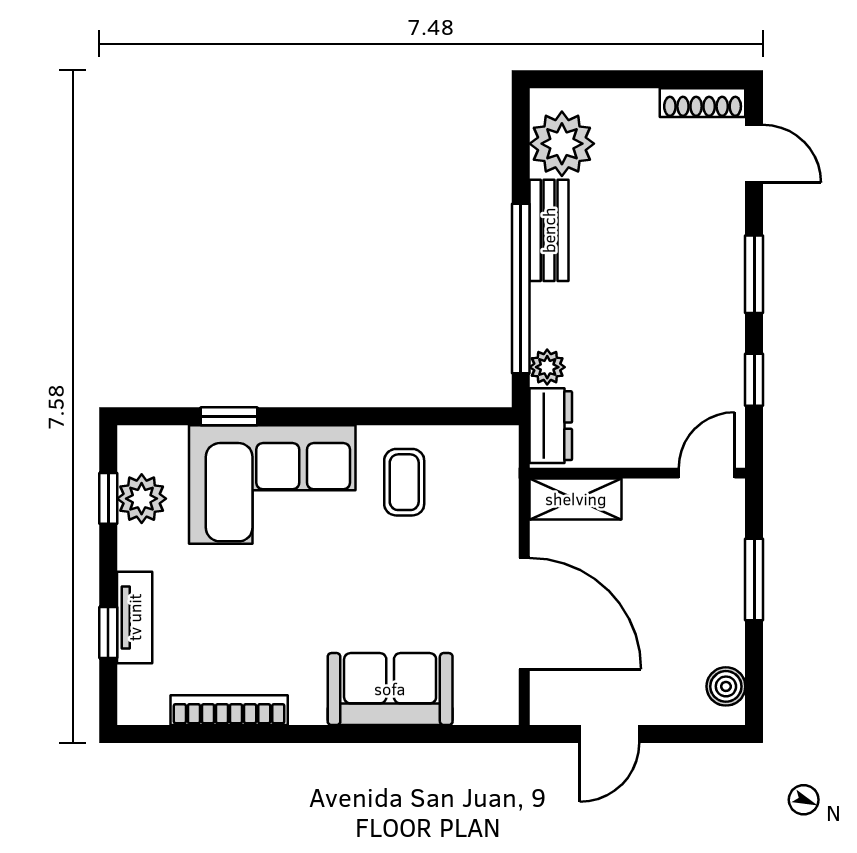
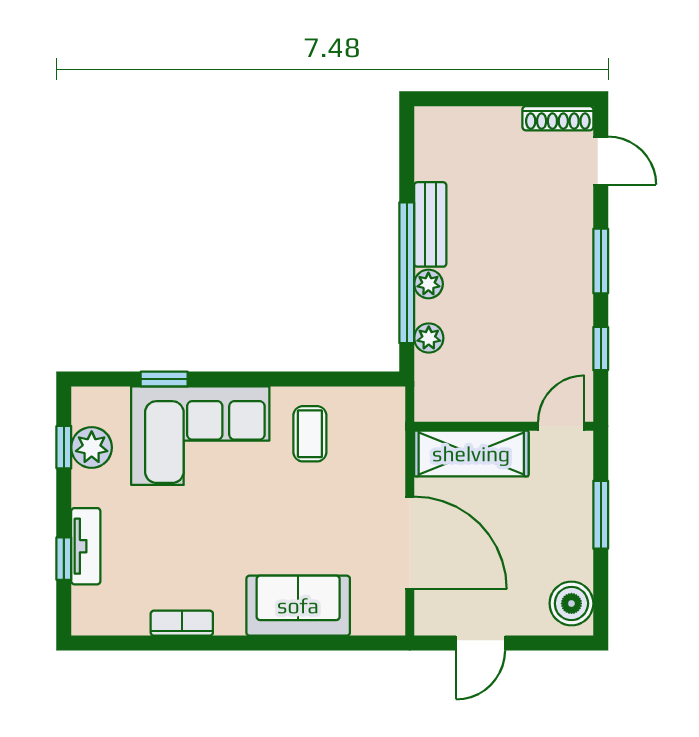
plant: (562, 144) -> (428, 284), moved, width x0.53, depth x0.53
dresser: (551, 426) -> (432, 387), removed
shelving: (576, 499) -> (471, 454), width x1.50, depth x1.33
boiler: (726, 686) -> (571, 603), width x1.36, depth x1.36
bookcase: (229, 710) -> (182, 623), width x0.64

